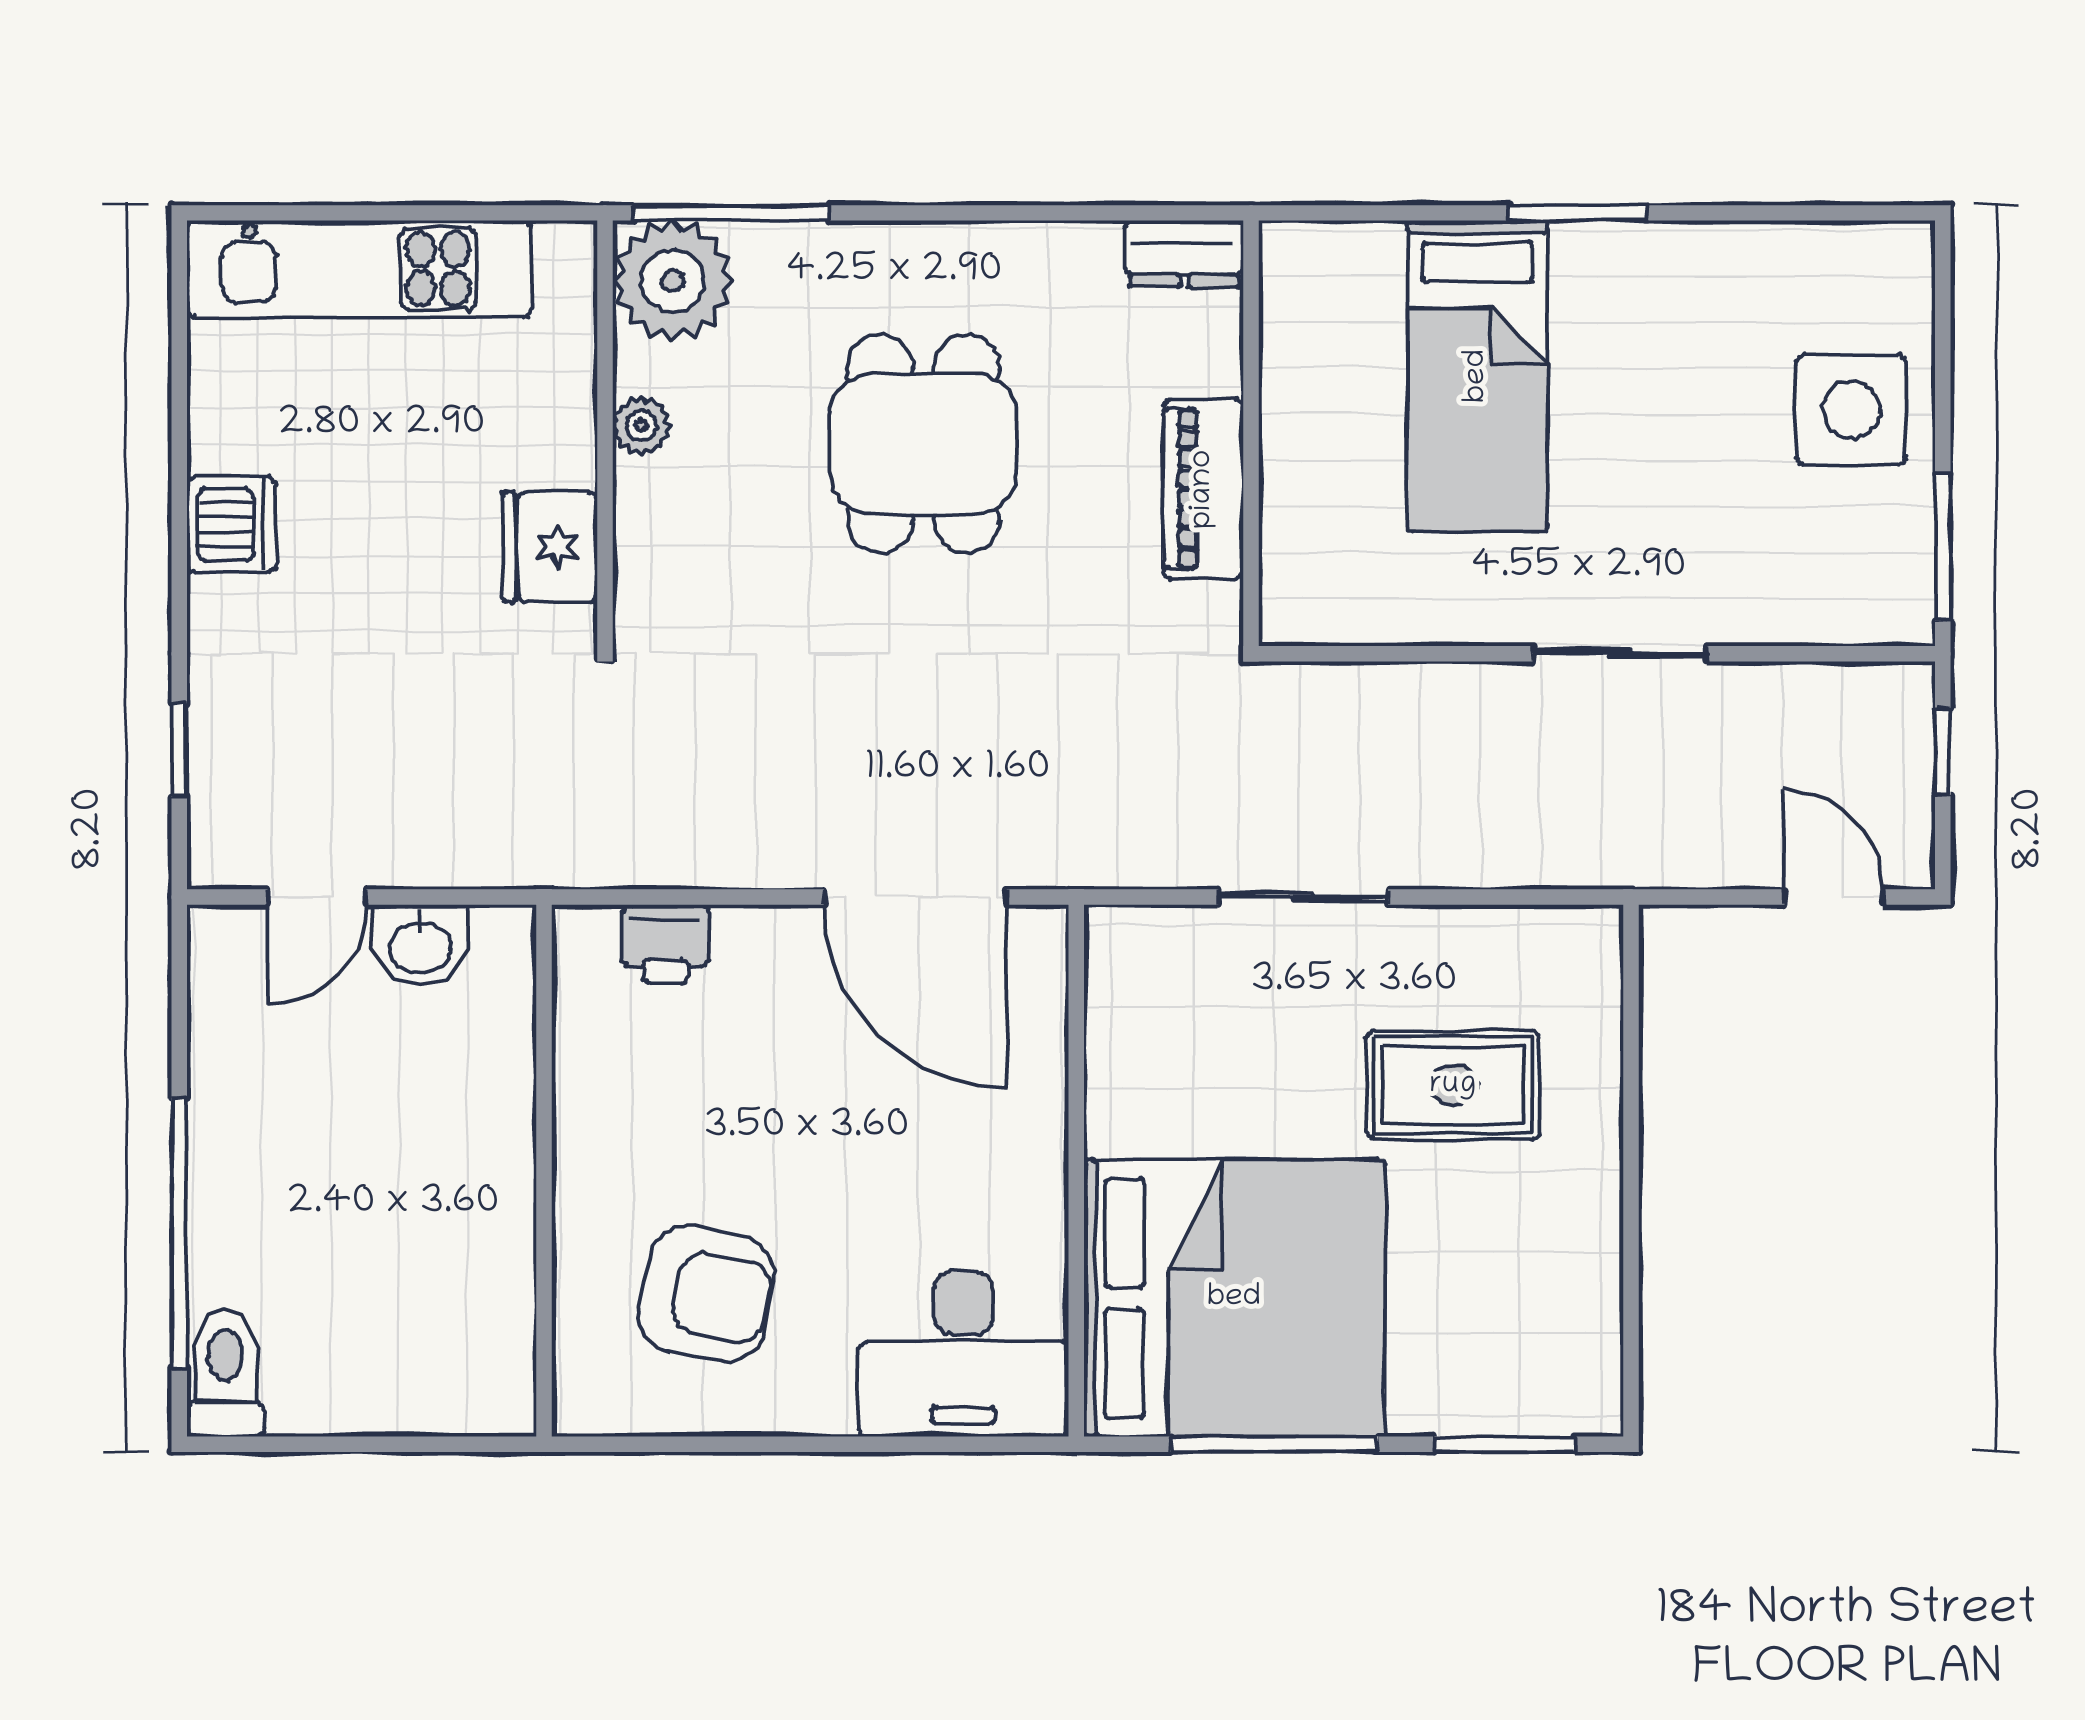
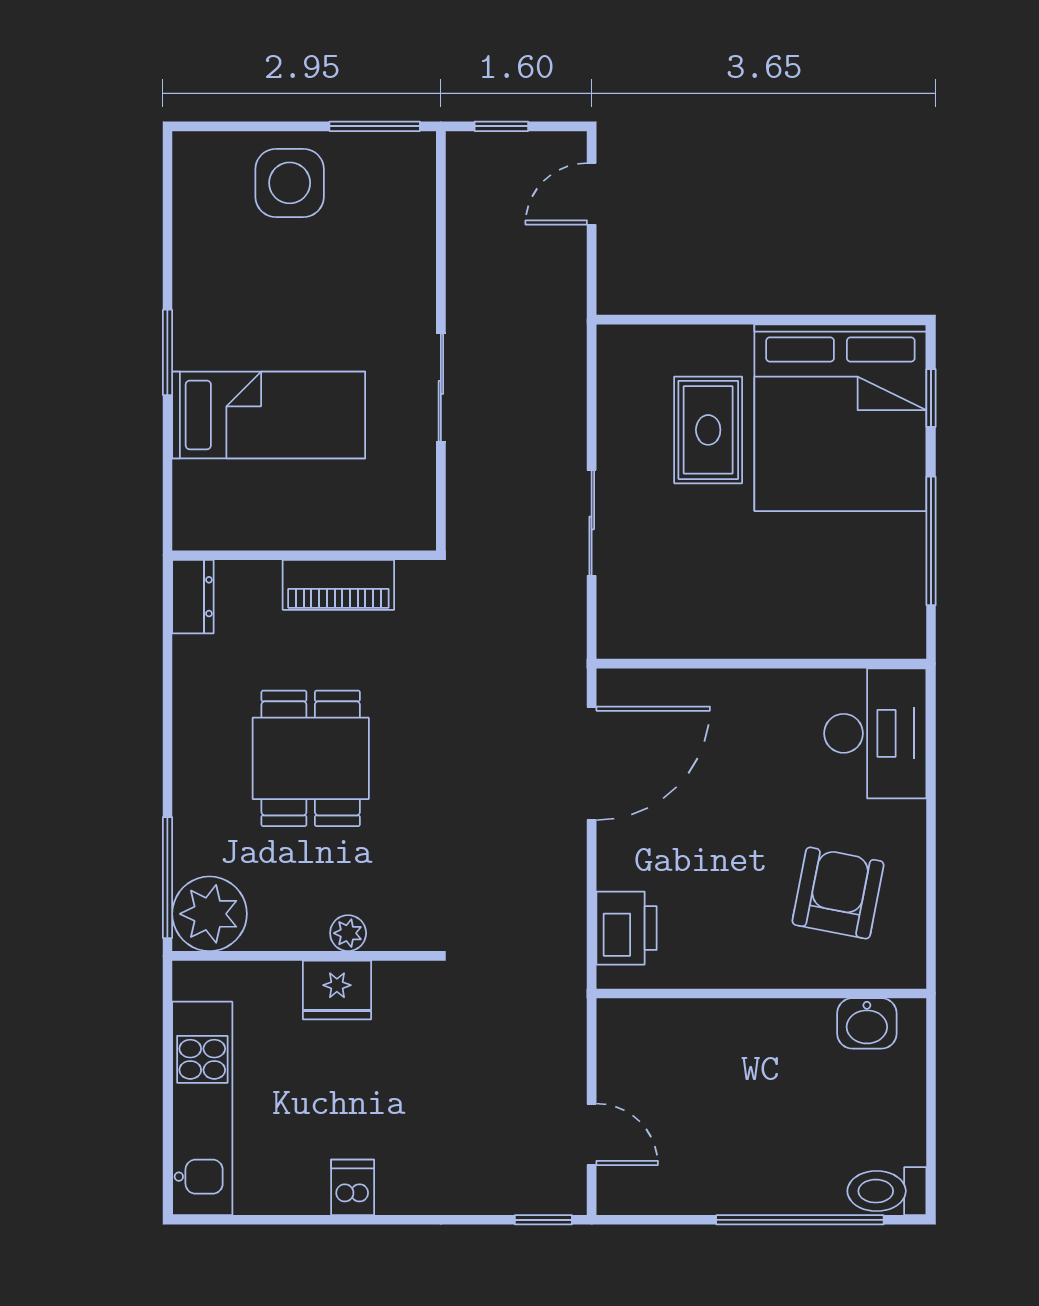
plant: (642, 426) -> (348, 933), moved
dining table: (923, 444) -> (311, 758), turned 90
dishwasher: (232, 524) -> (353, 1187), width x0.73
fridge: (550, 547) -> (337, 990), moved
sliding door: (1620, 654) -> (441, 387), moved
window: (179, 750) -> (543, 1220), moved
printer: (665, 944) -> (627, 928), width x1.36, depth x1.24
washbasin: (420, 945) -> (867, 1023), moved, turned 90
bed: (1234, 1298) -> (840, 418), moved, turned 180
window: (1505, 1444) -> (931, 398), width x0.67

